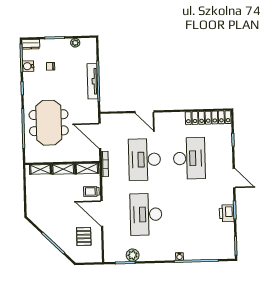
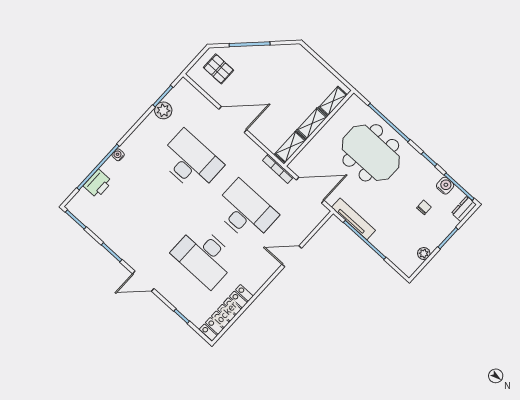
tv unit: (92, 81) -> (353, 219), moved
trolley: (91, 191) -> (264, 130), removed
printer: (227, 213) -> (98, 184), moved, turned 90
pallet: (84, 236) -> (219, 69), moved

